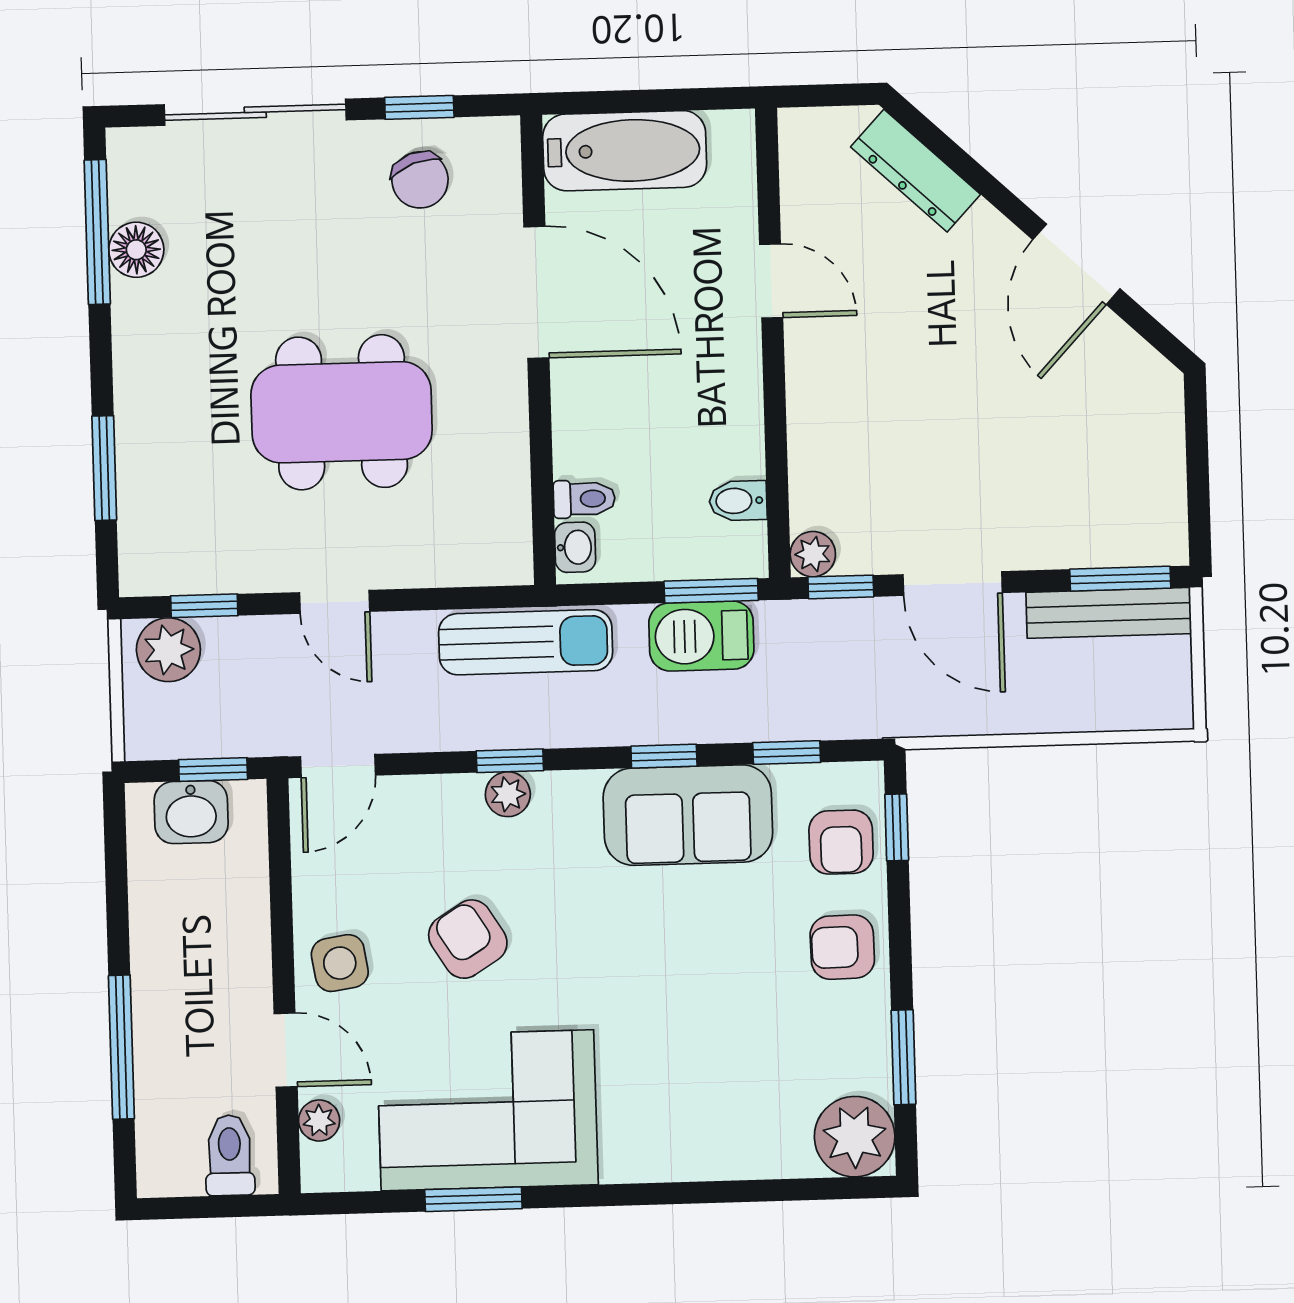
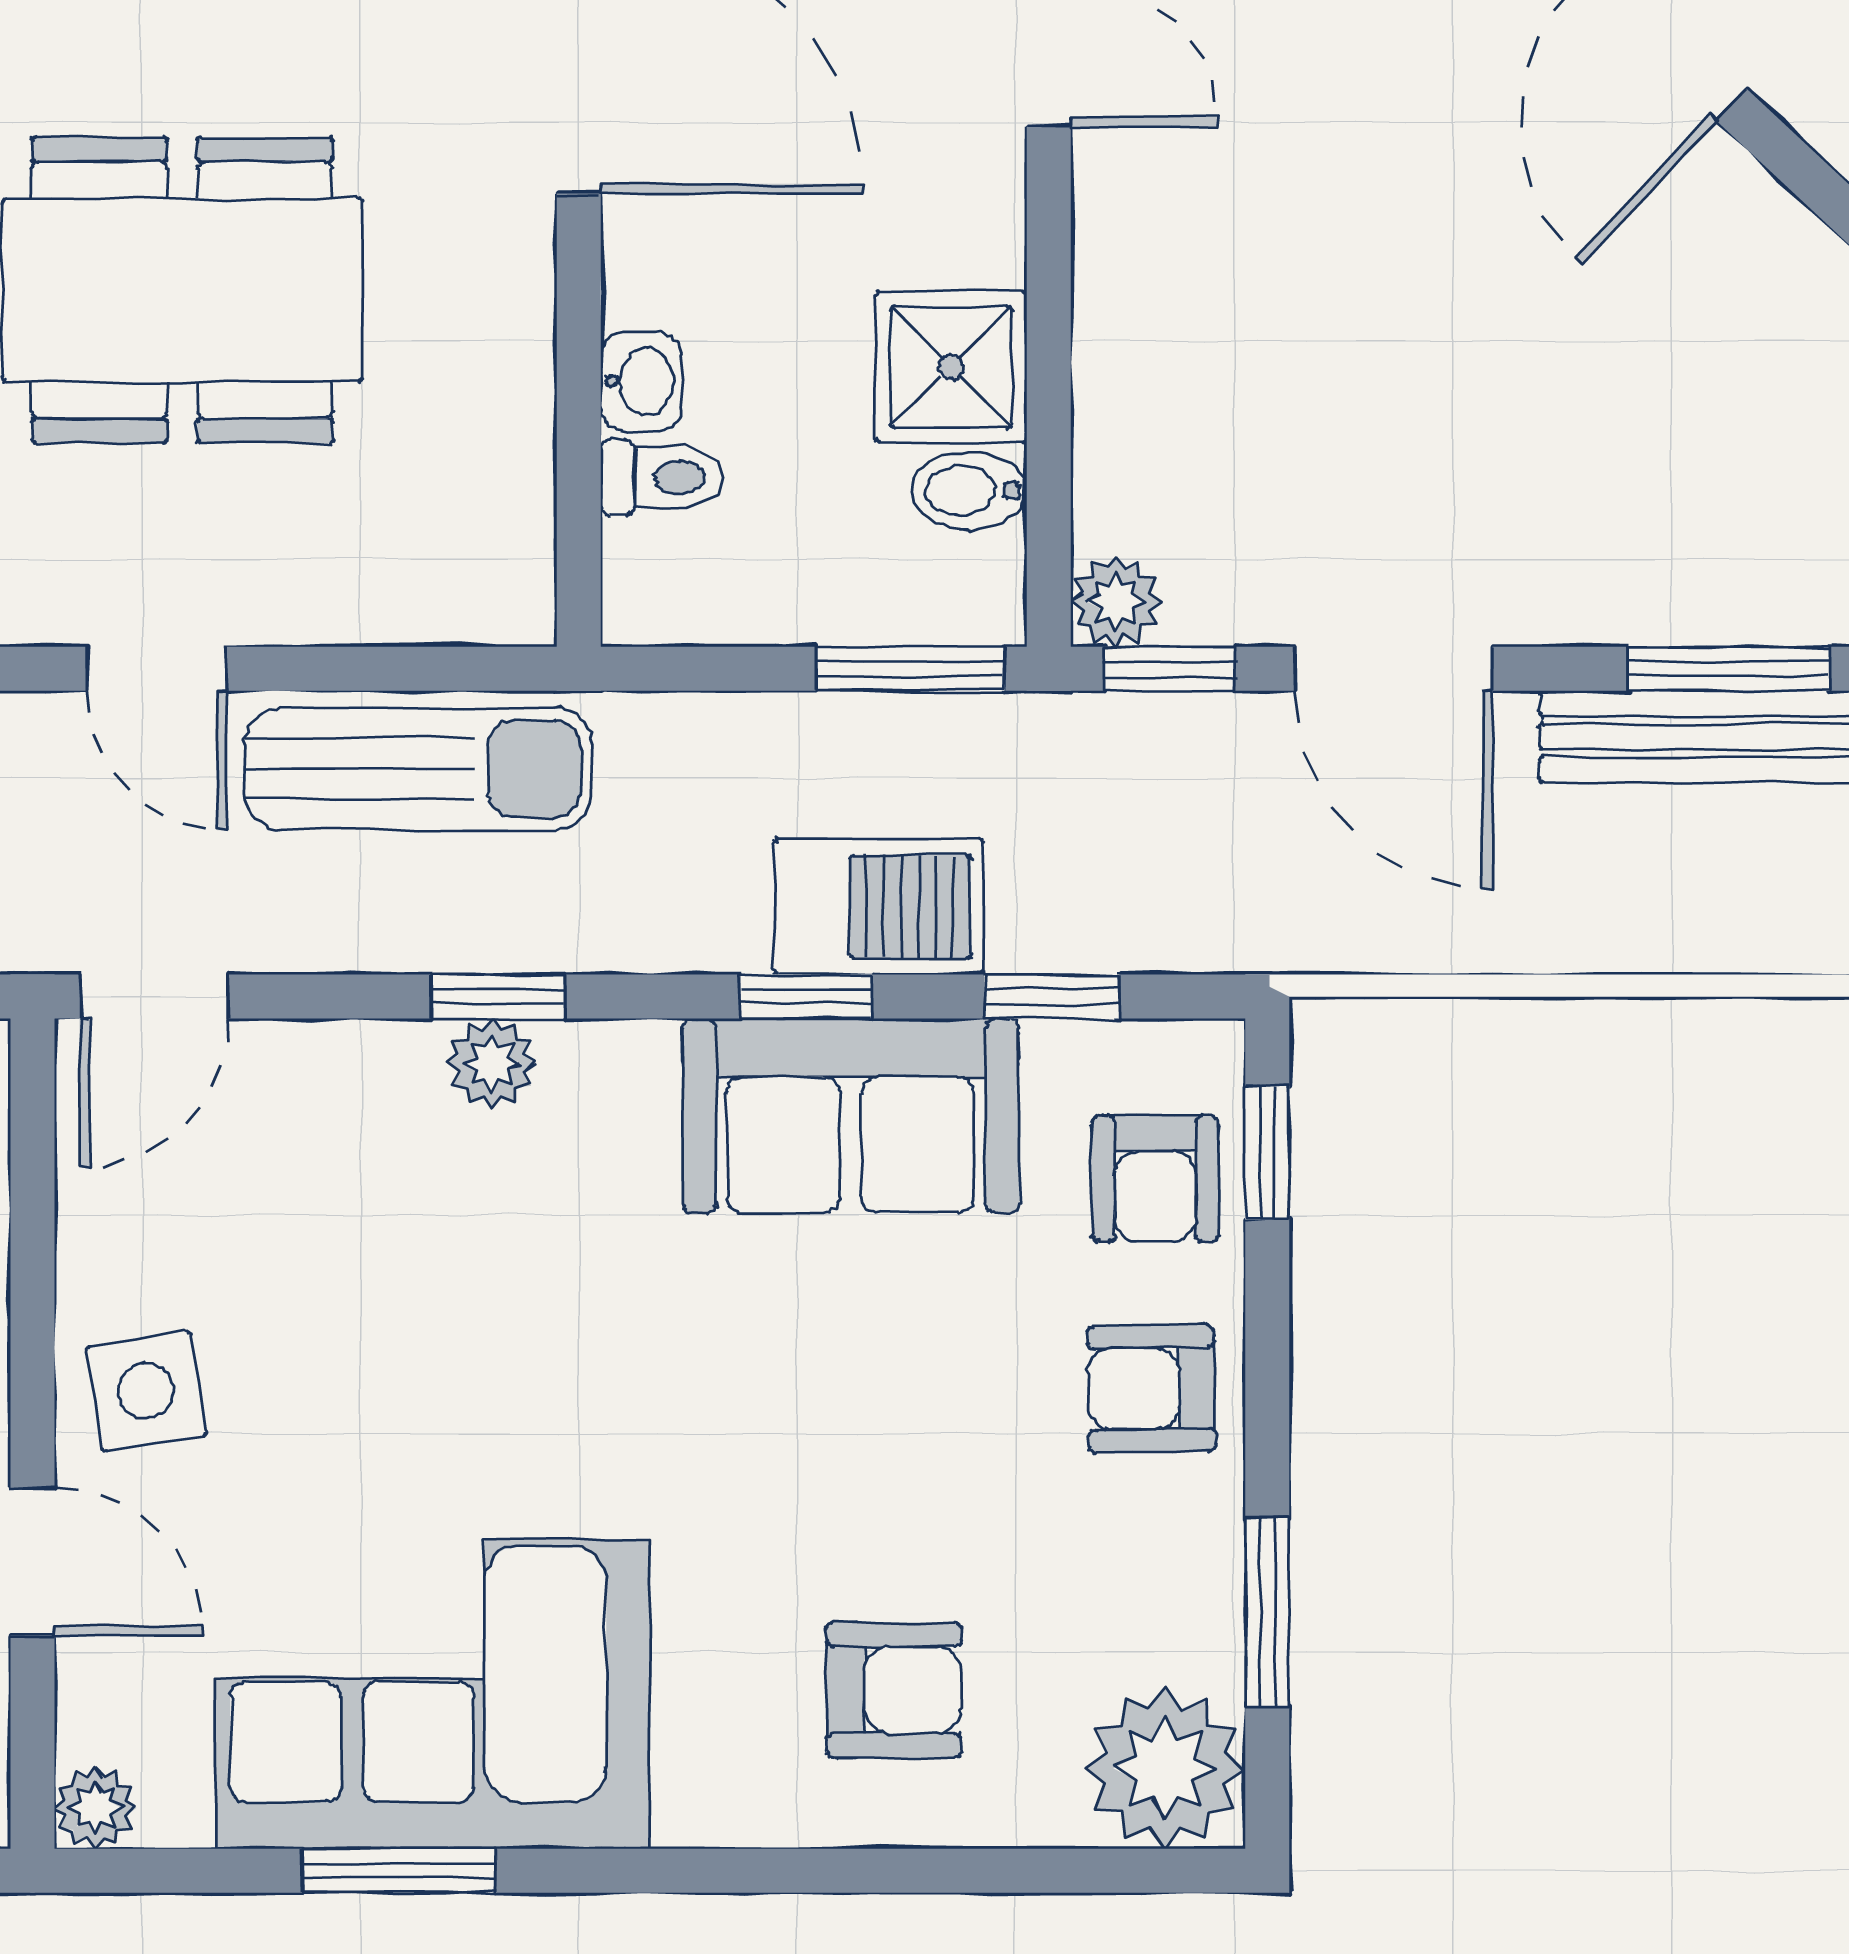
shower: (727, 439) -> (951, 367), added
washbasin: (575, 547) -> (641, 381), moved
barbecue: (701, 636) -> (879, 907), moved, turned 180
sun lounger: (526, 642) -> (418, 769), moved
armchair: (468, 939) -> (894, 1690), moved, turned 122
plant: (319, 1121) -> (95, 1808), moved

